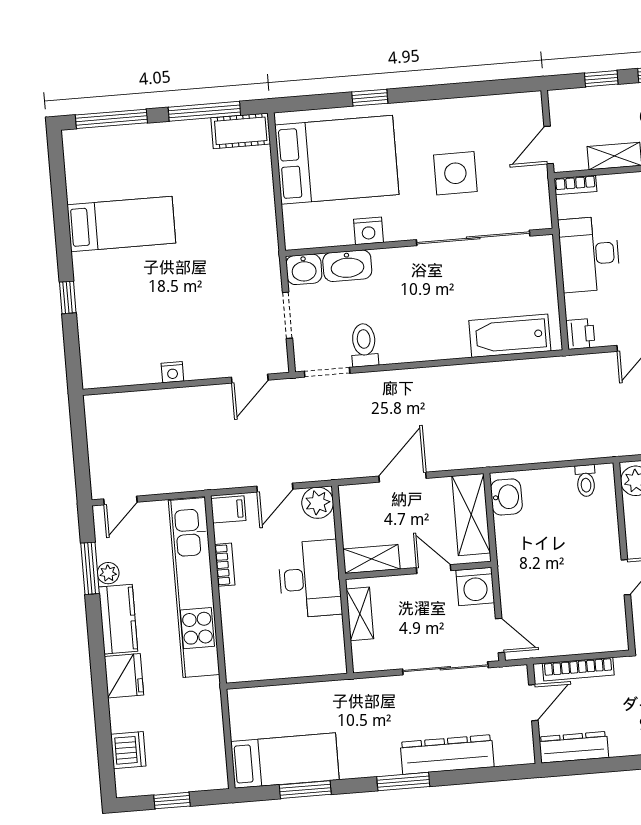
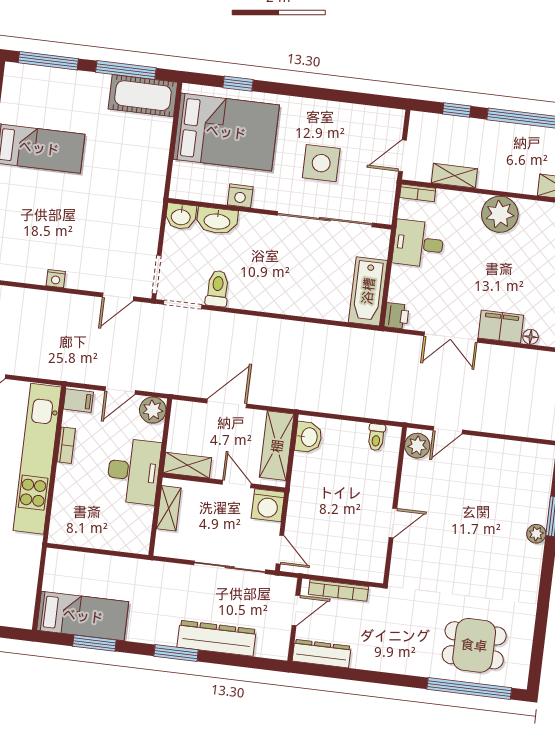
window: (370, 98) -> (238, 84), moved
cot: (241, 131) -> (143, 96), width x1.37, depth x1.34
desk: (589, 254) -> (418, 244), width x0.73
doorway: (287, 315) -> (157, 274), moved
bathtub: (510, 336) -> (368, 291), moved, turned -90

